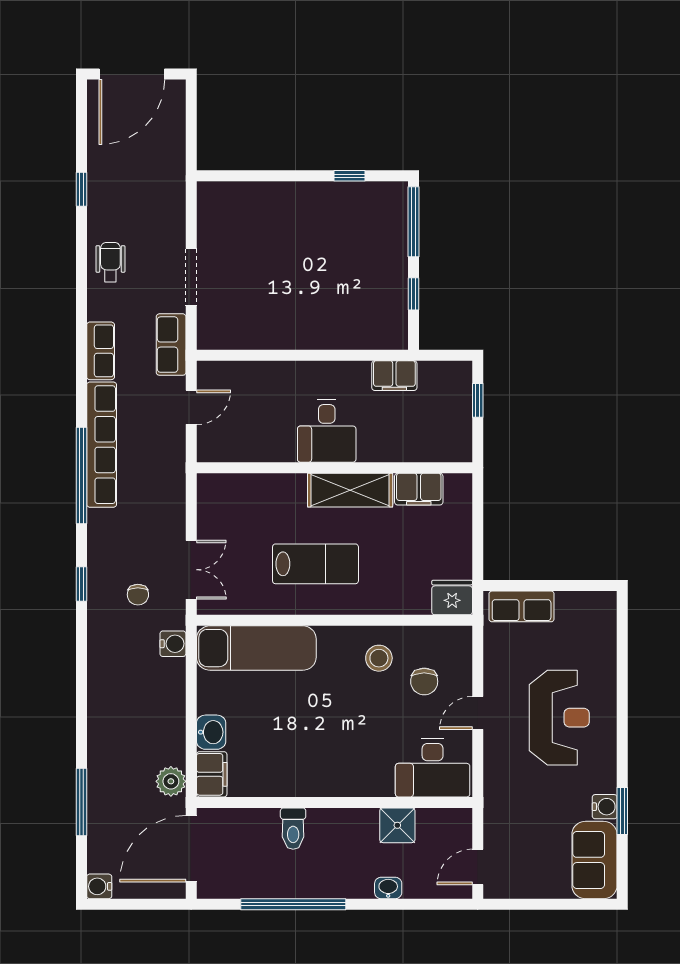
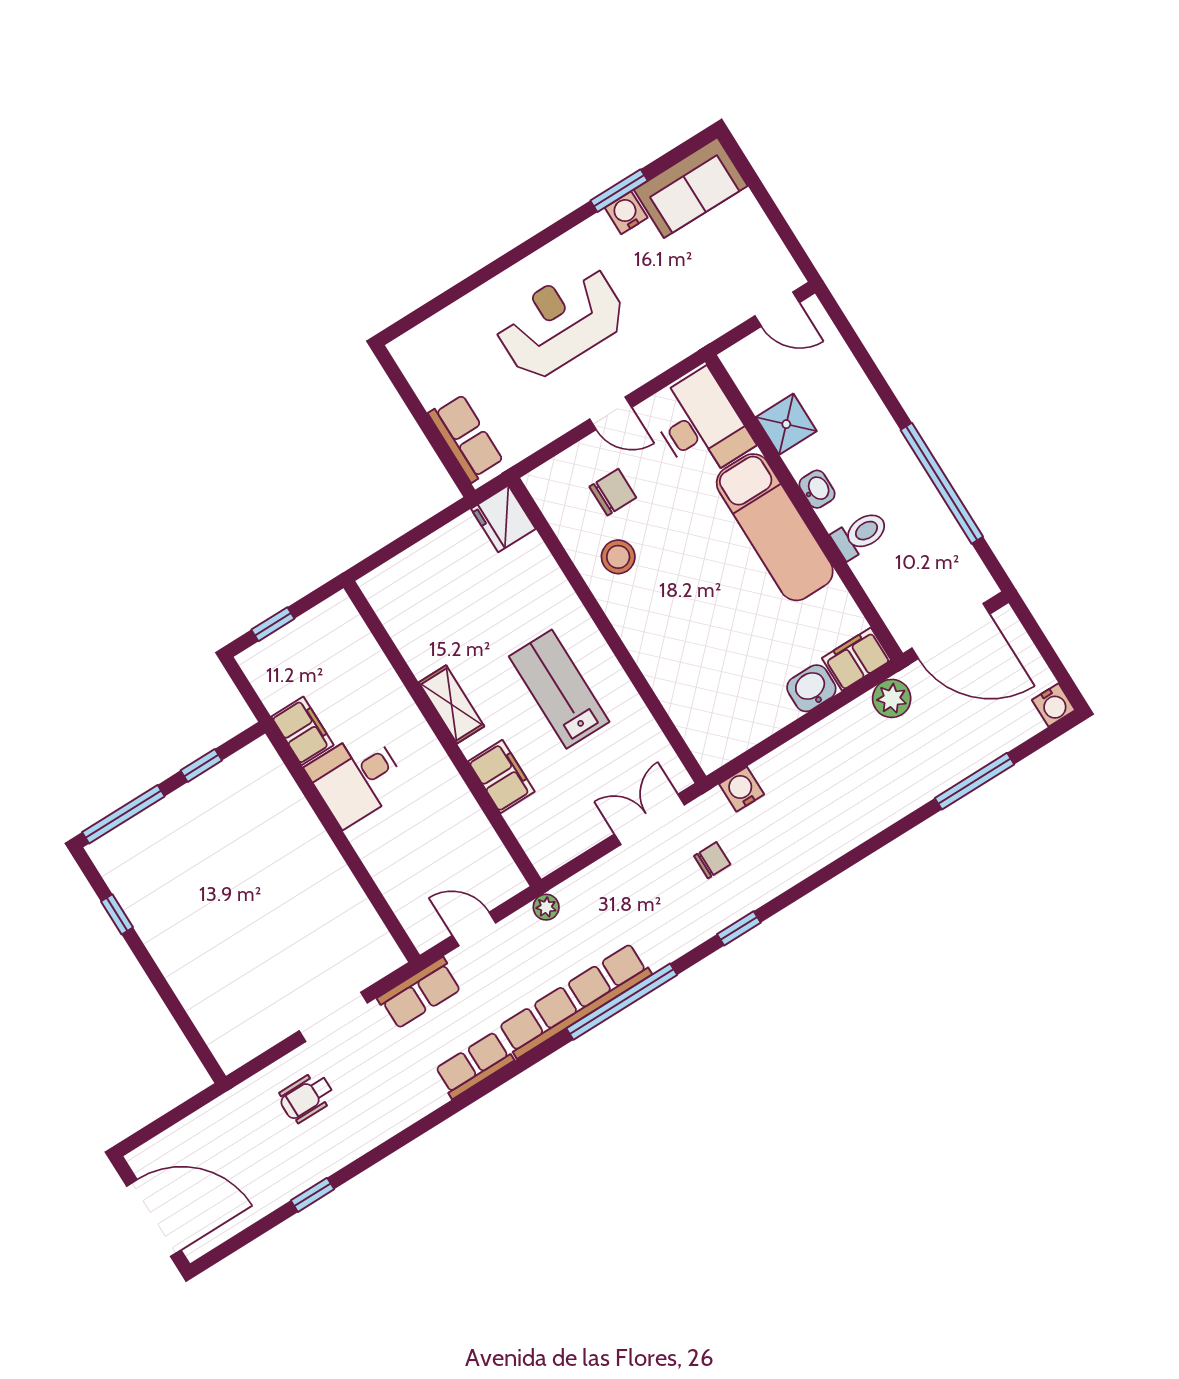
wheelchair: (110, 262) -> (306, 1097), moved
desk: (327, 431) -> (357, 778), moved, turned 180
plant: (176, 464) -> (546, 907), added
filing cabinet: (419, 489) -> (501, 776), moved
shelving: (350, 490) -> (451, 704), width x0.67, depth x0.75
exam couch: (256, 648) -> (775, 527), moved, turned 180
washbasin: (388, 888) -> (817, 489), moved, turned 180

